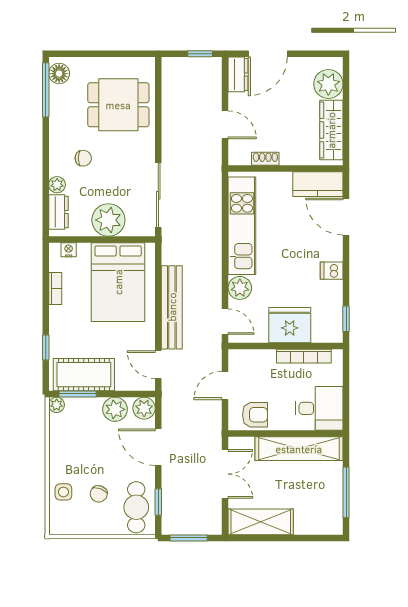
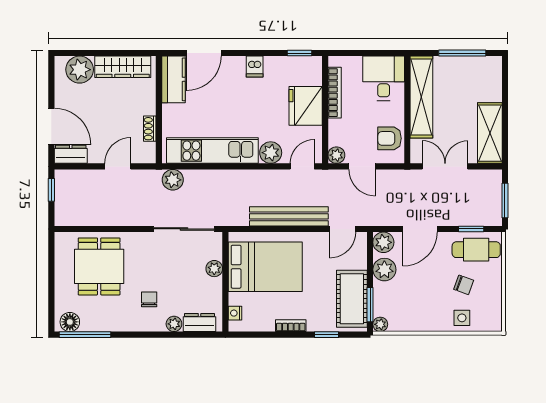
plant: (211, 183) -> (173, 180), added
plant: (108, 220) -> (214, 269), width x0.53, depth x0.53
bookcase: (55, 288) -> (291, 326), moved
plant: (237, 358) -> (336, 155), added
armchair: (255, 415) -> (390, 138), turned -90

